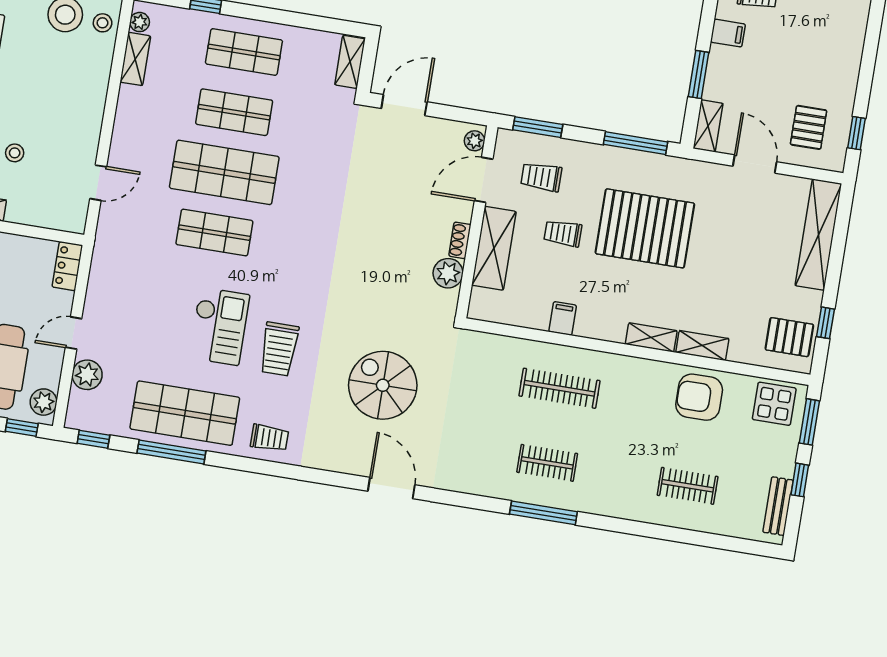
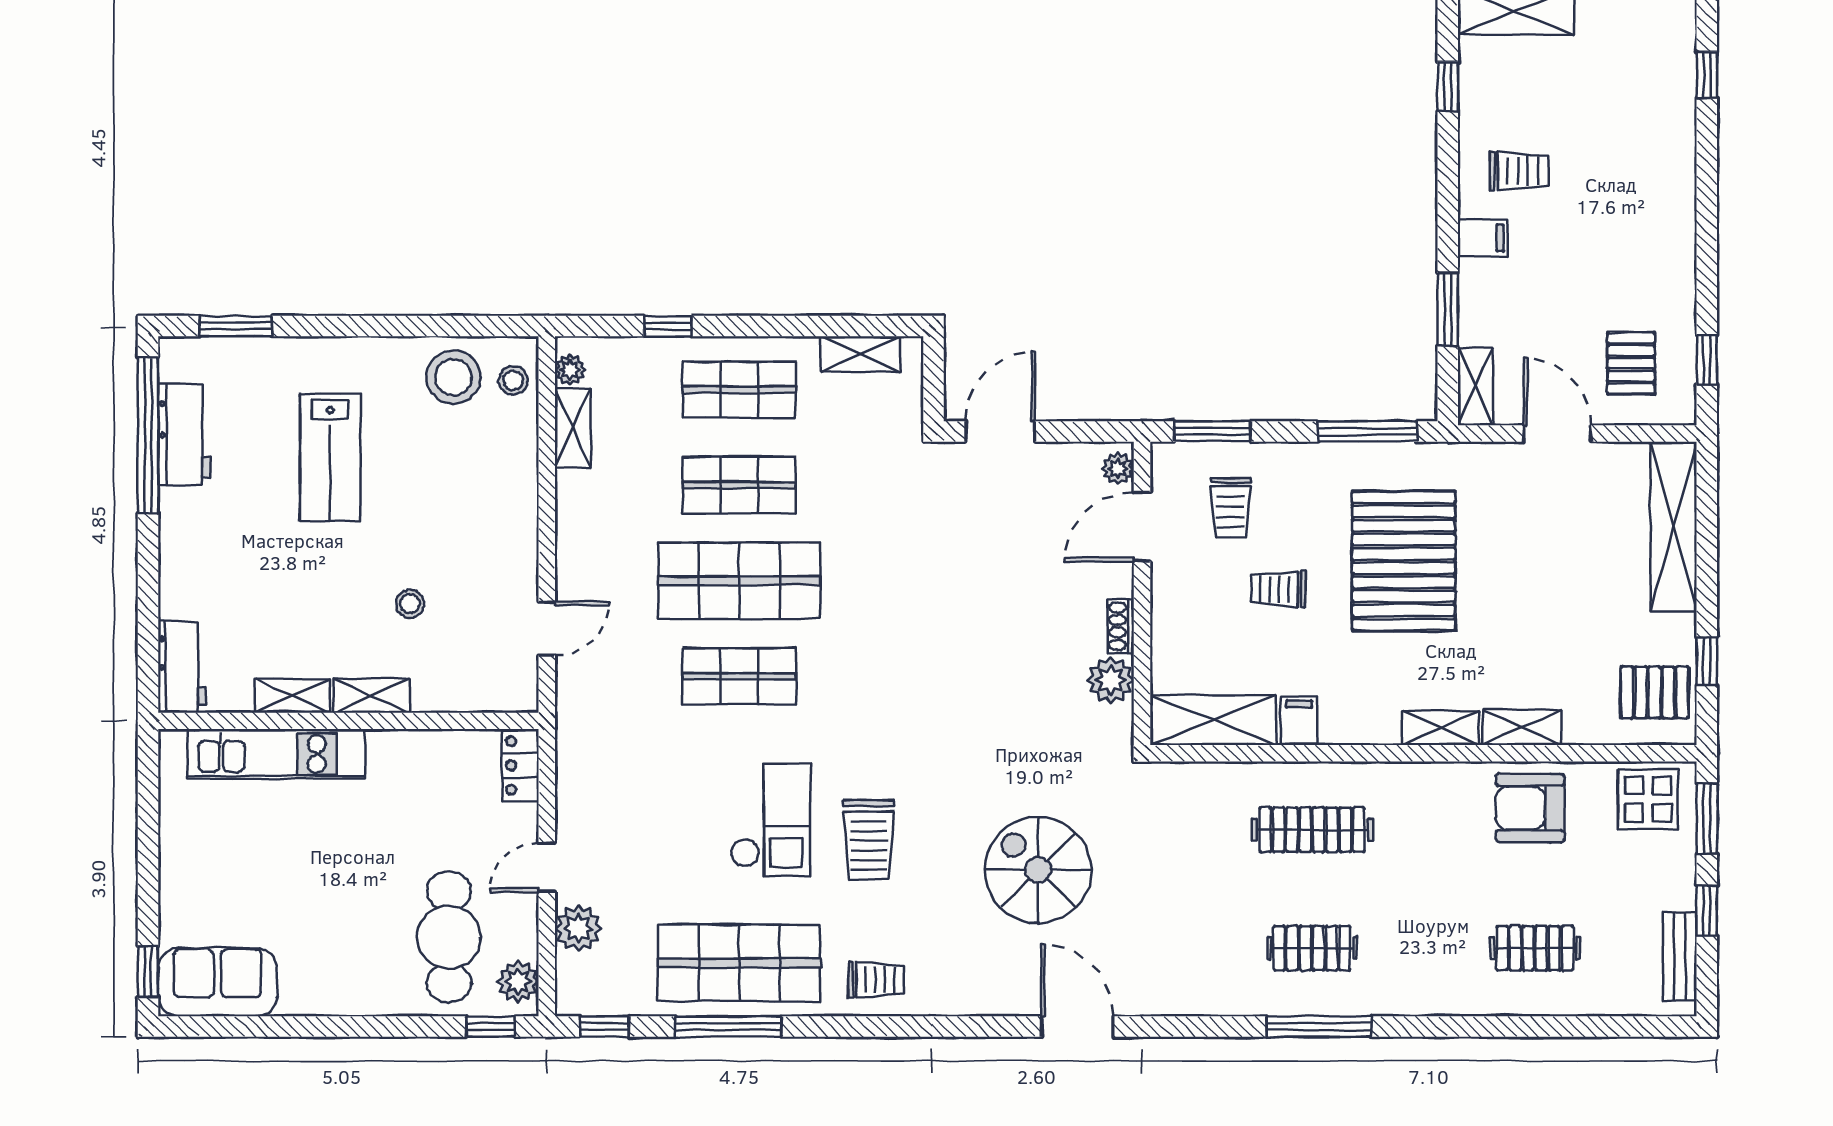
shelving: (350, 62) -> (861, 354), moved, turned 90
trolley: (541, 177) -> (1230, 508), turned -90
pallet: (645, 228) -> (1404, 561), turned 90
shelving: (494, 248) -> (1213, 720), moved, turned 90

